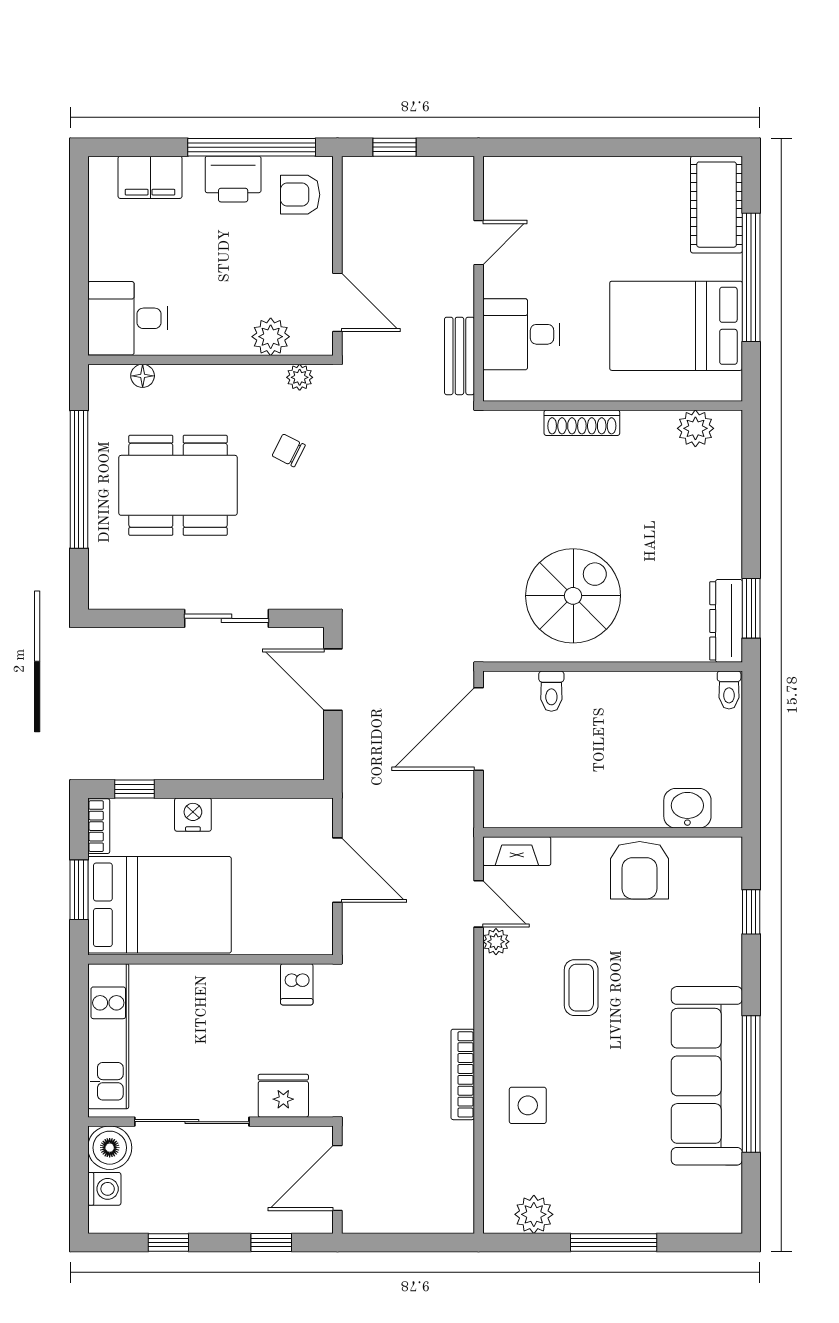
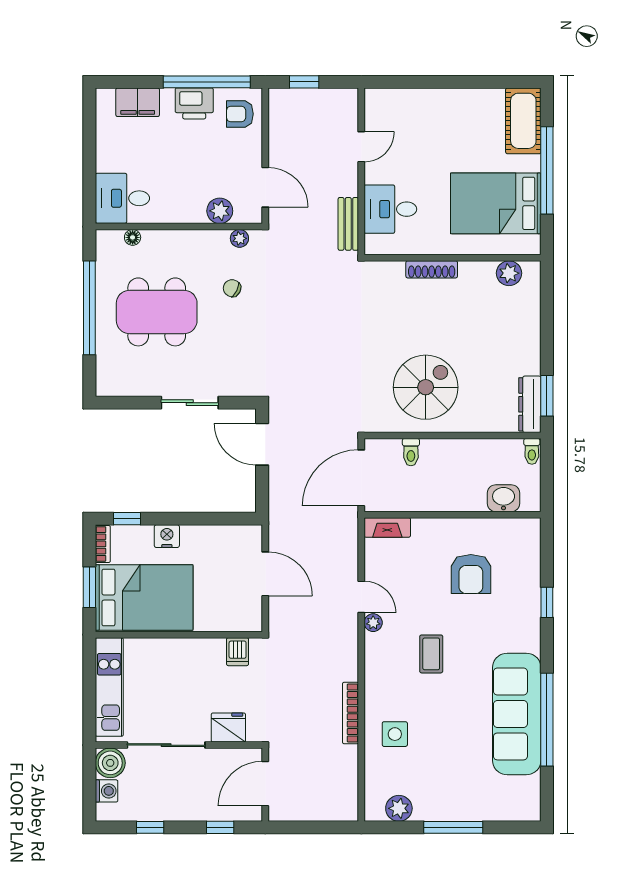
washbasin: (687, 808) -> (504, 498), moved
wall: (613, 832) -> (453, 515), moved
fireplace: (517, 851) -> (387, 527), moved

